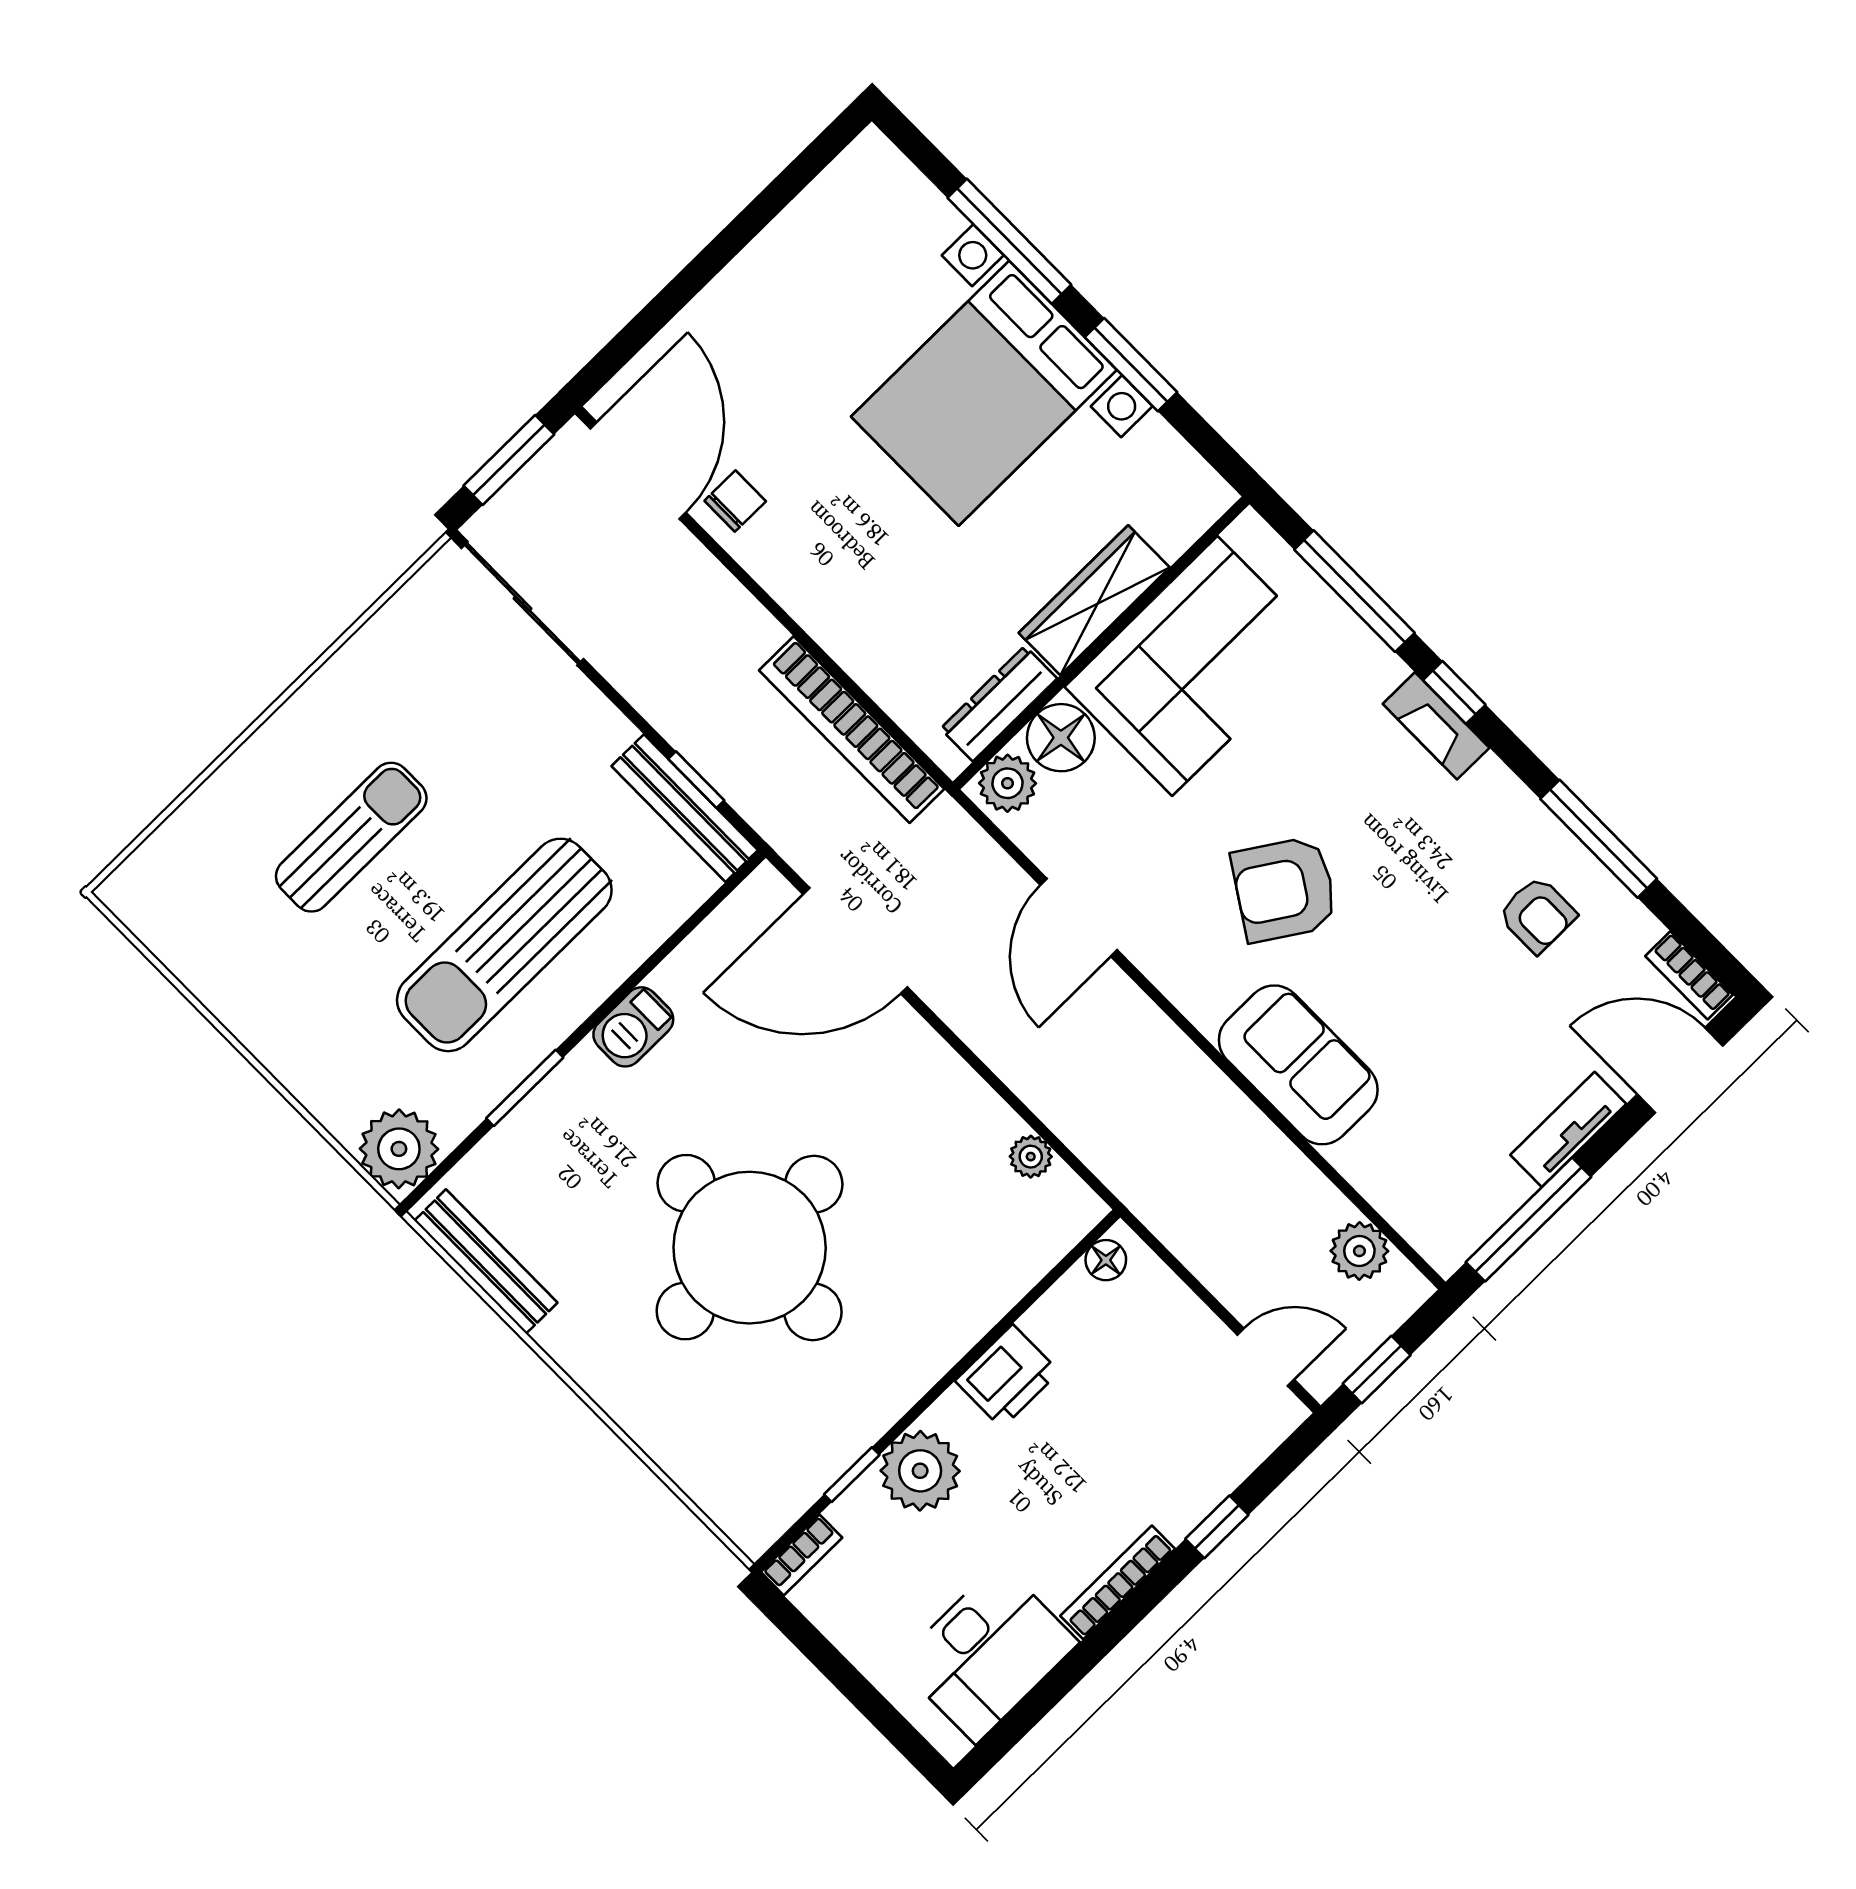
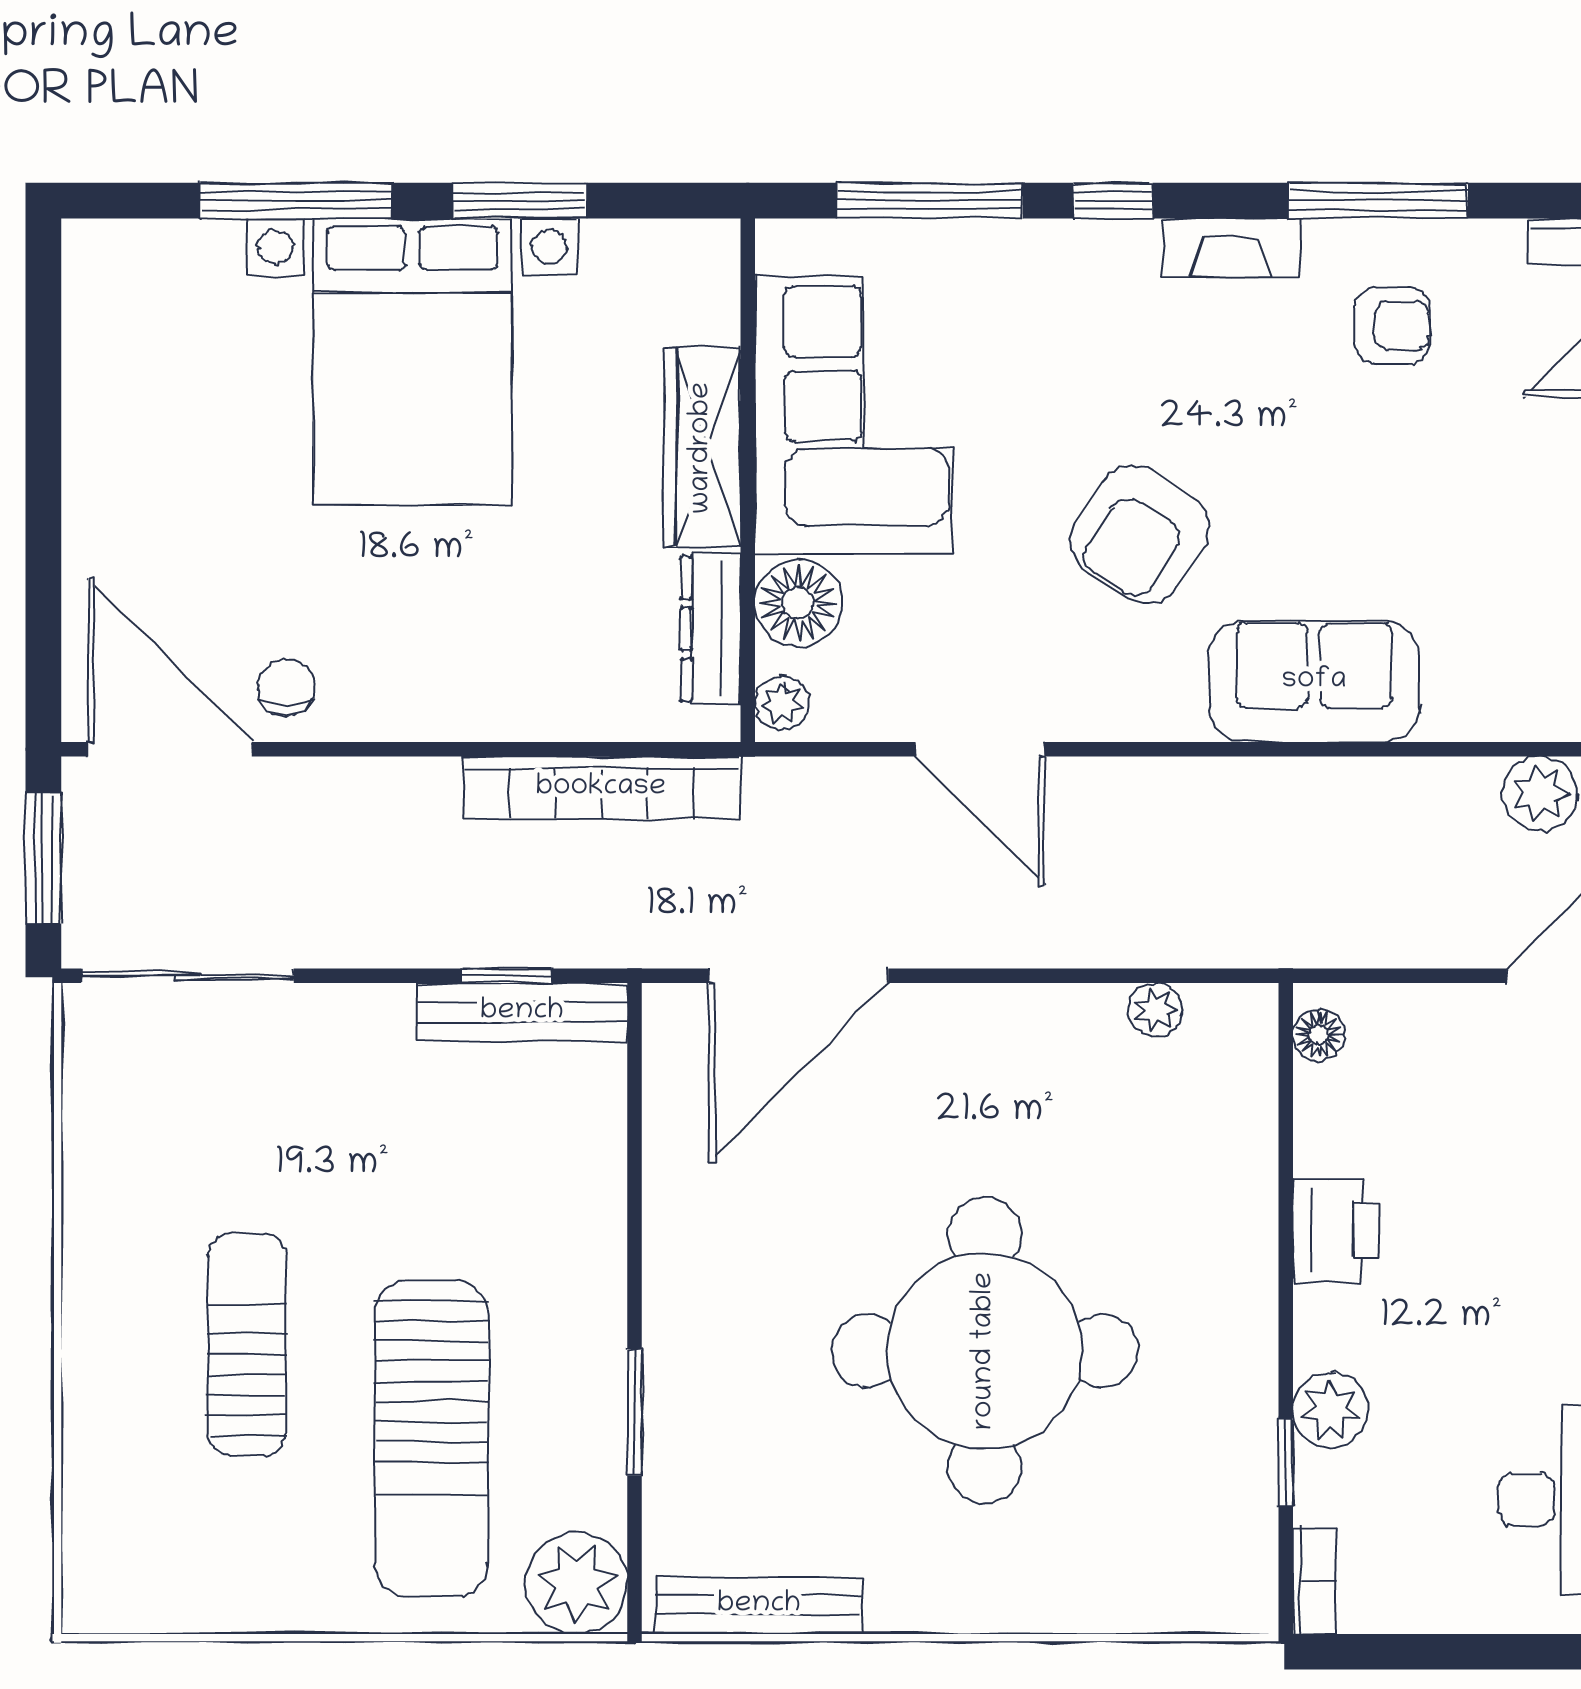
fireplace: (1436, 726) -> (1231, 248), moved
plant: (1008, 783) -> (782, 703), width x0.73, depth x0.73
sun lounger: (504, 945) -> (431, 1438), moved
barbecue: (633, 1027) -> (677, 1257), removed
plant: (920, 1471) -> (1330, 1410), width x0.73, depth x0.73

